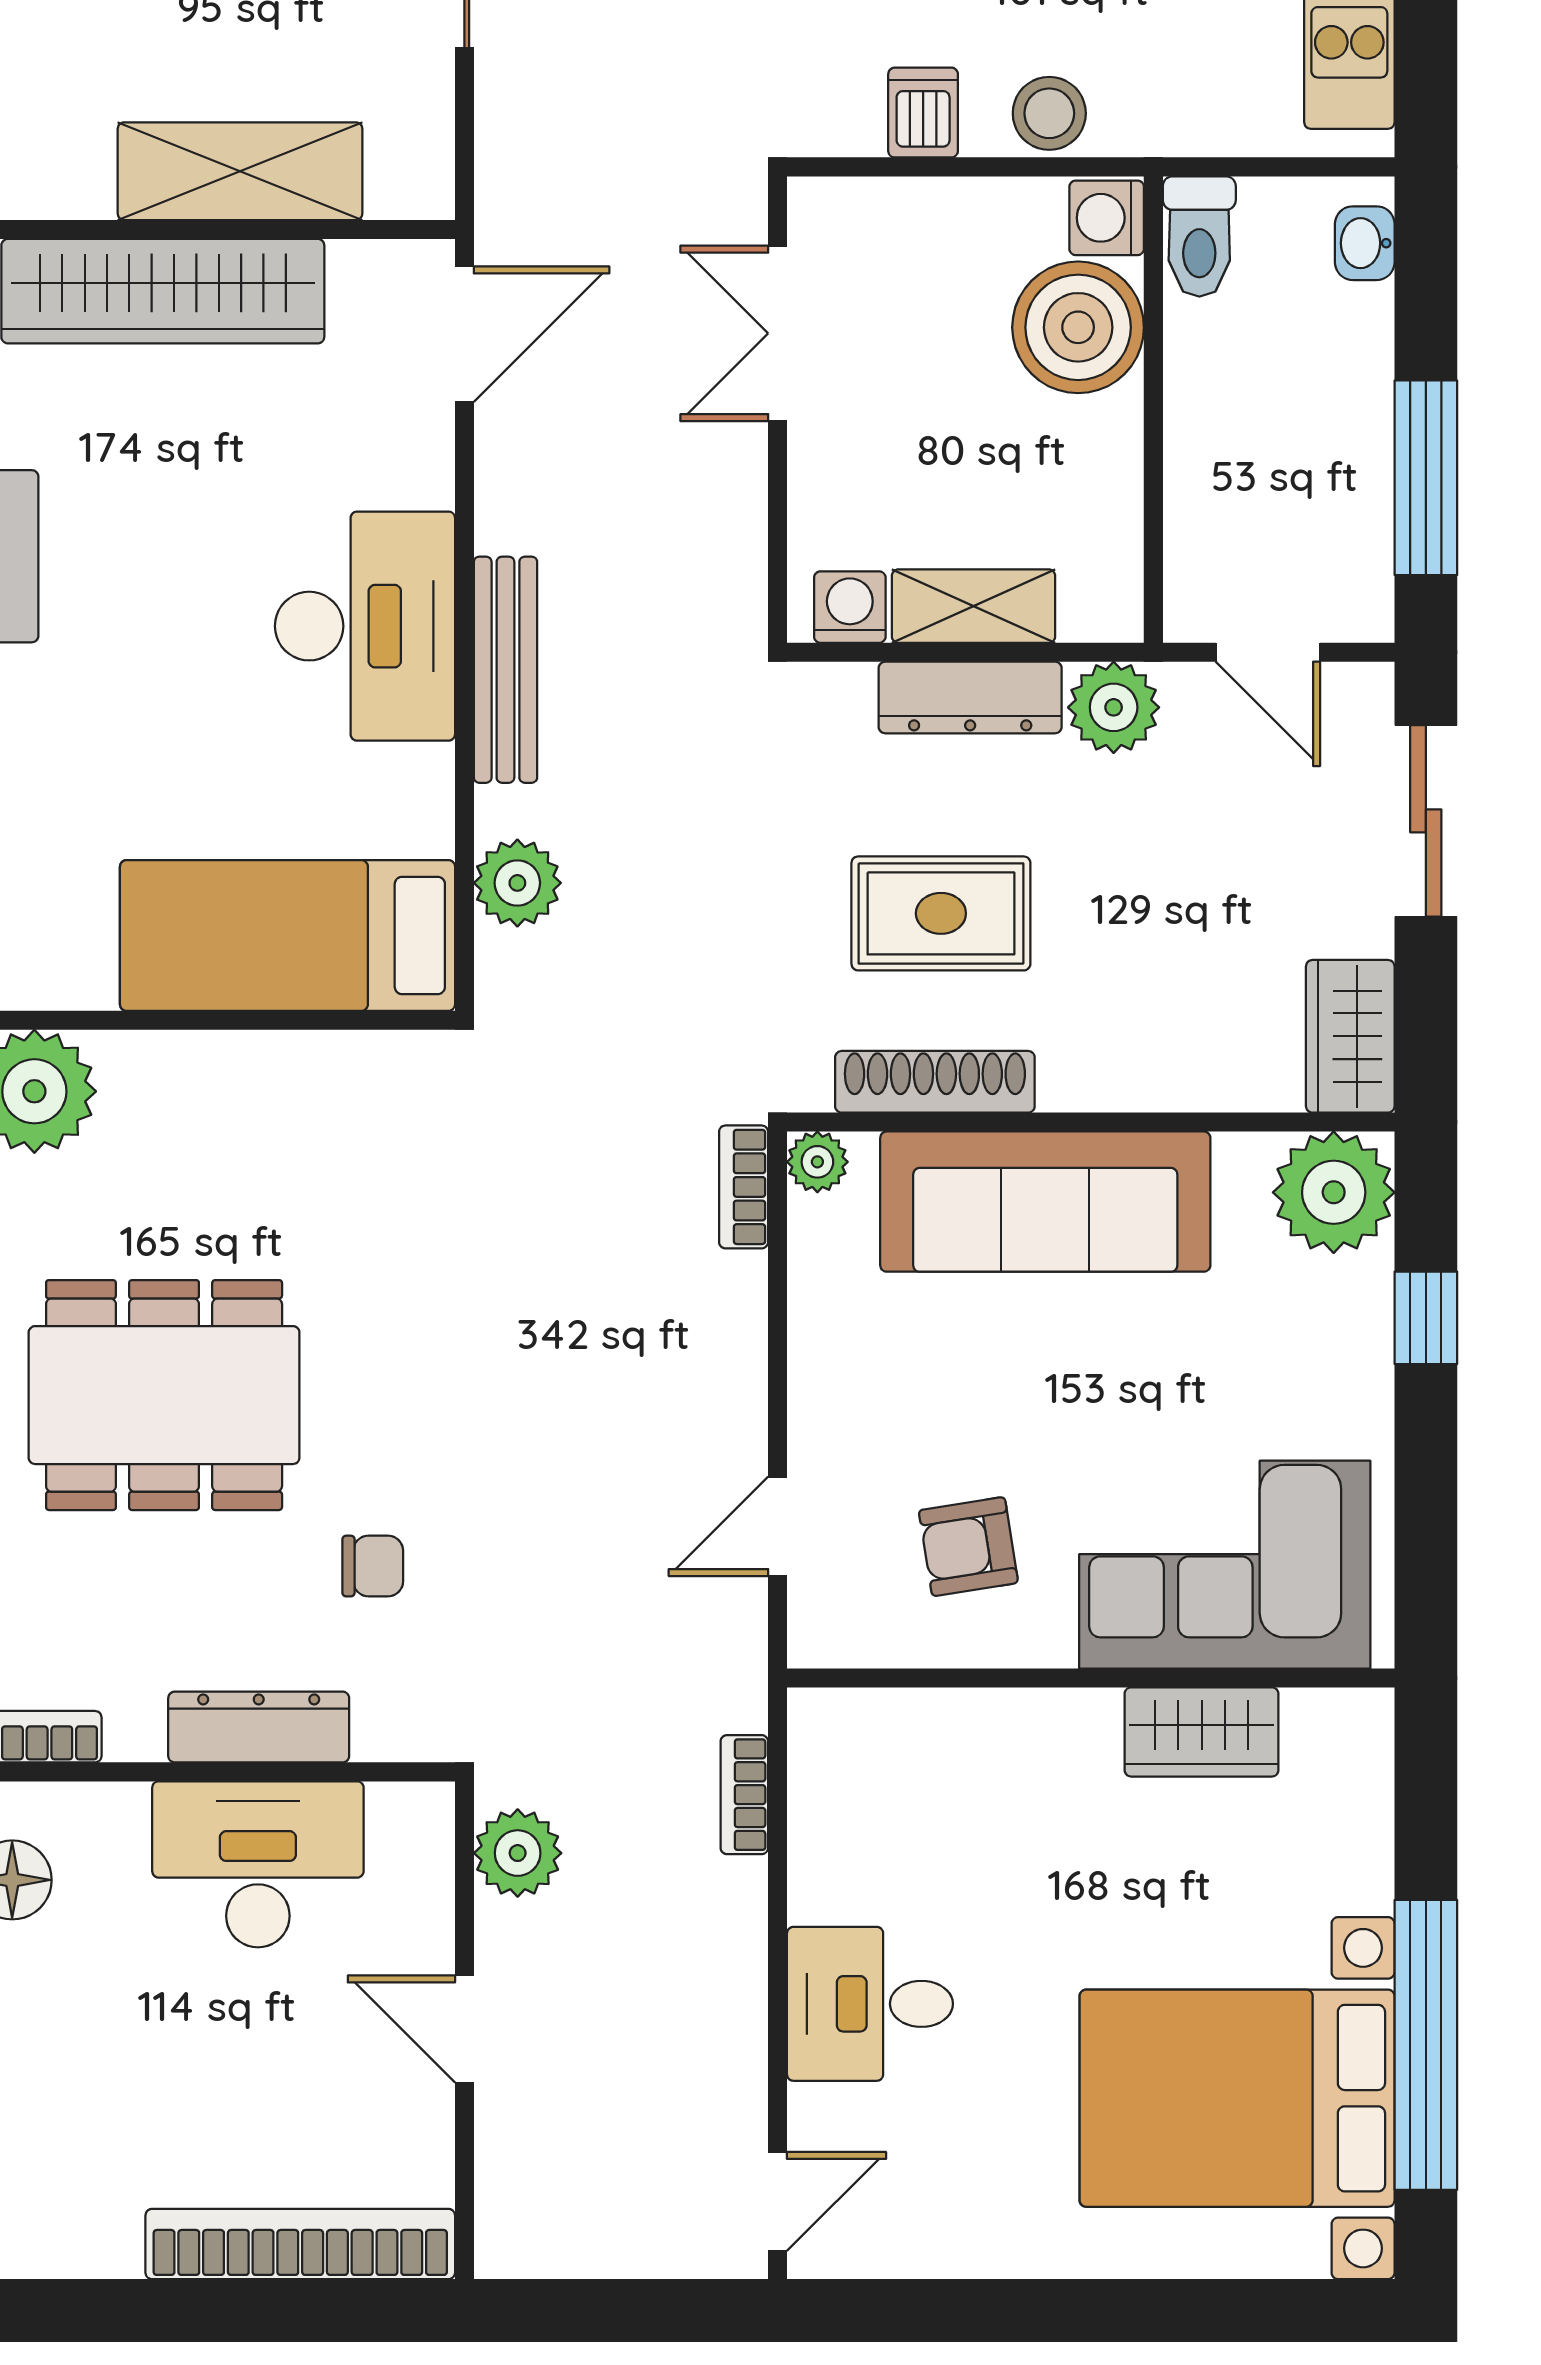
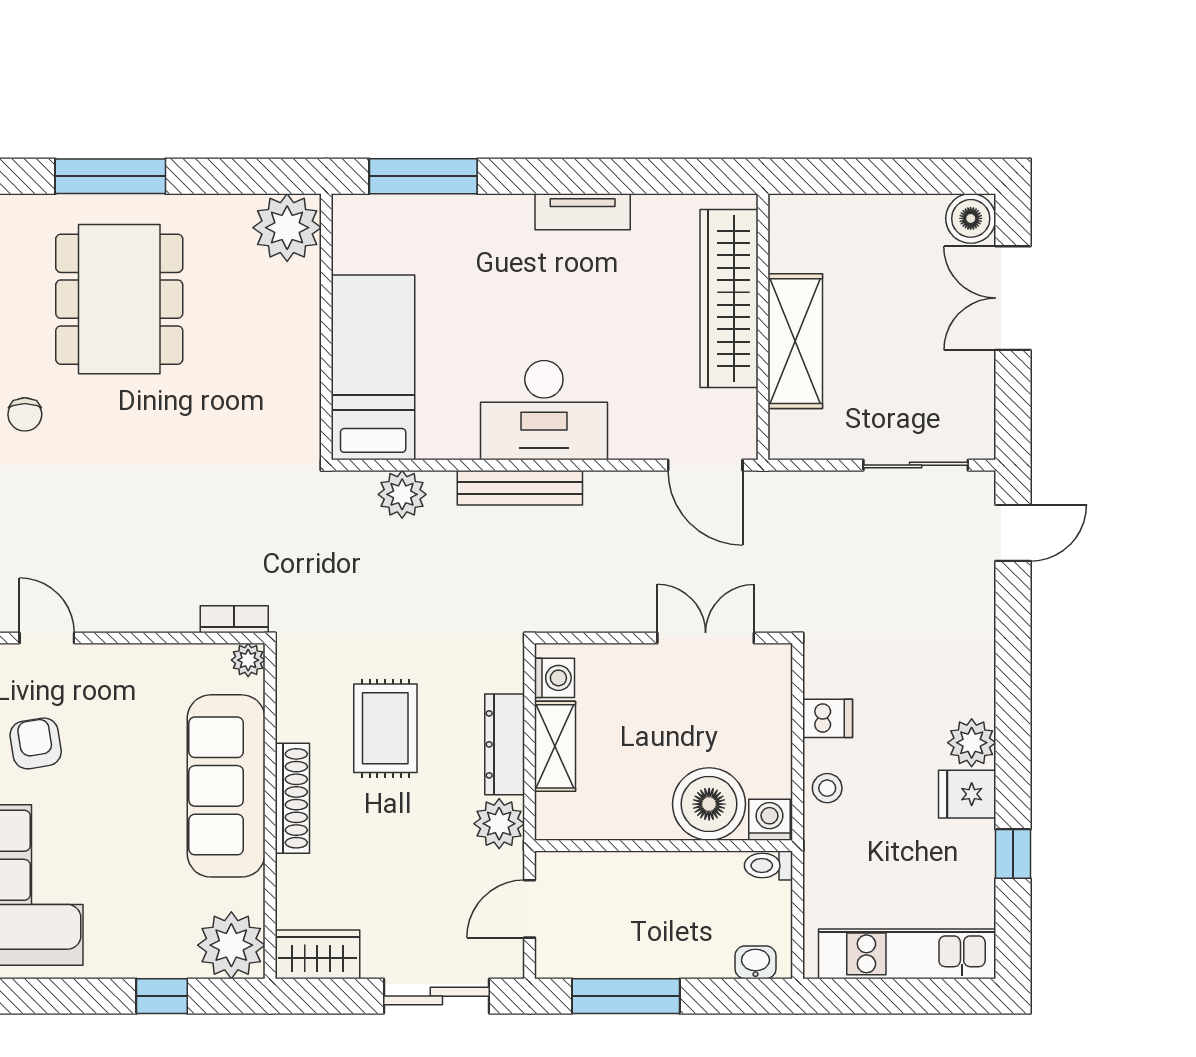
stool: (1049, 113) -> (827, 788), width x0.73, depth x0.73
toilet: (1199, 236) -> (768, 865), width x0.73, depth x0.72
shoe rack: (935, 1082) -> (292, 798), moved

